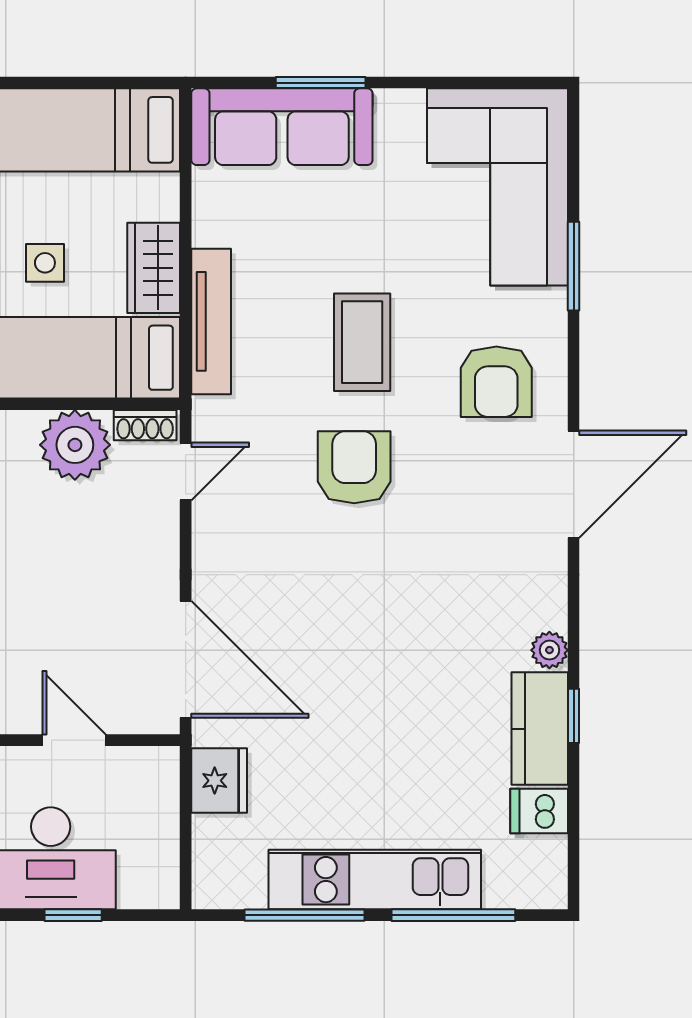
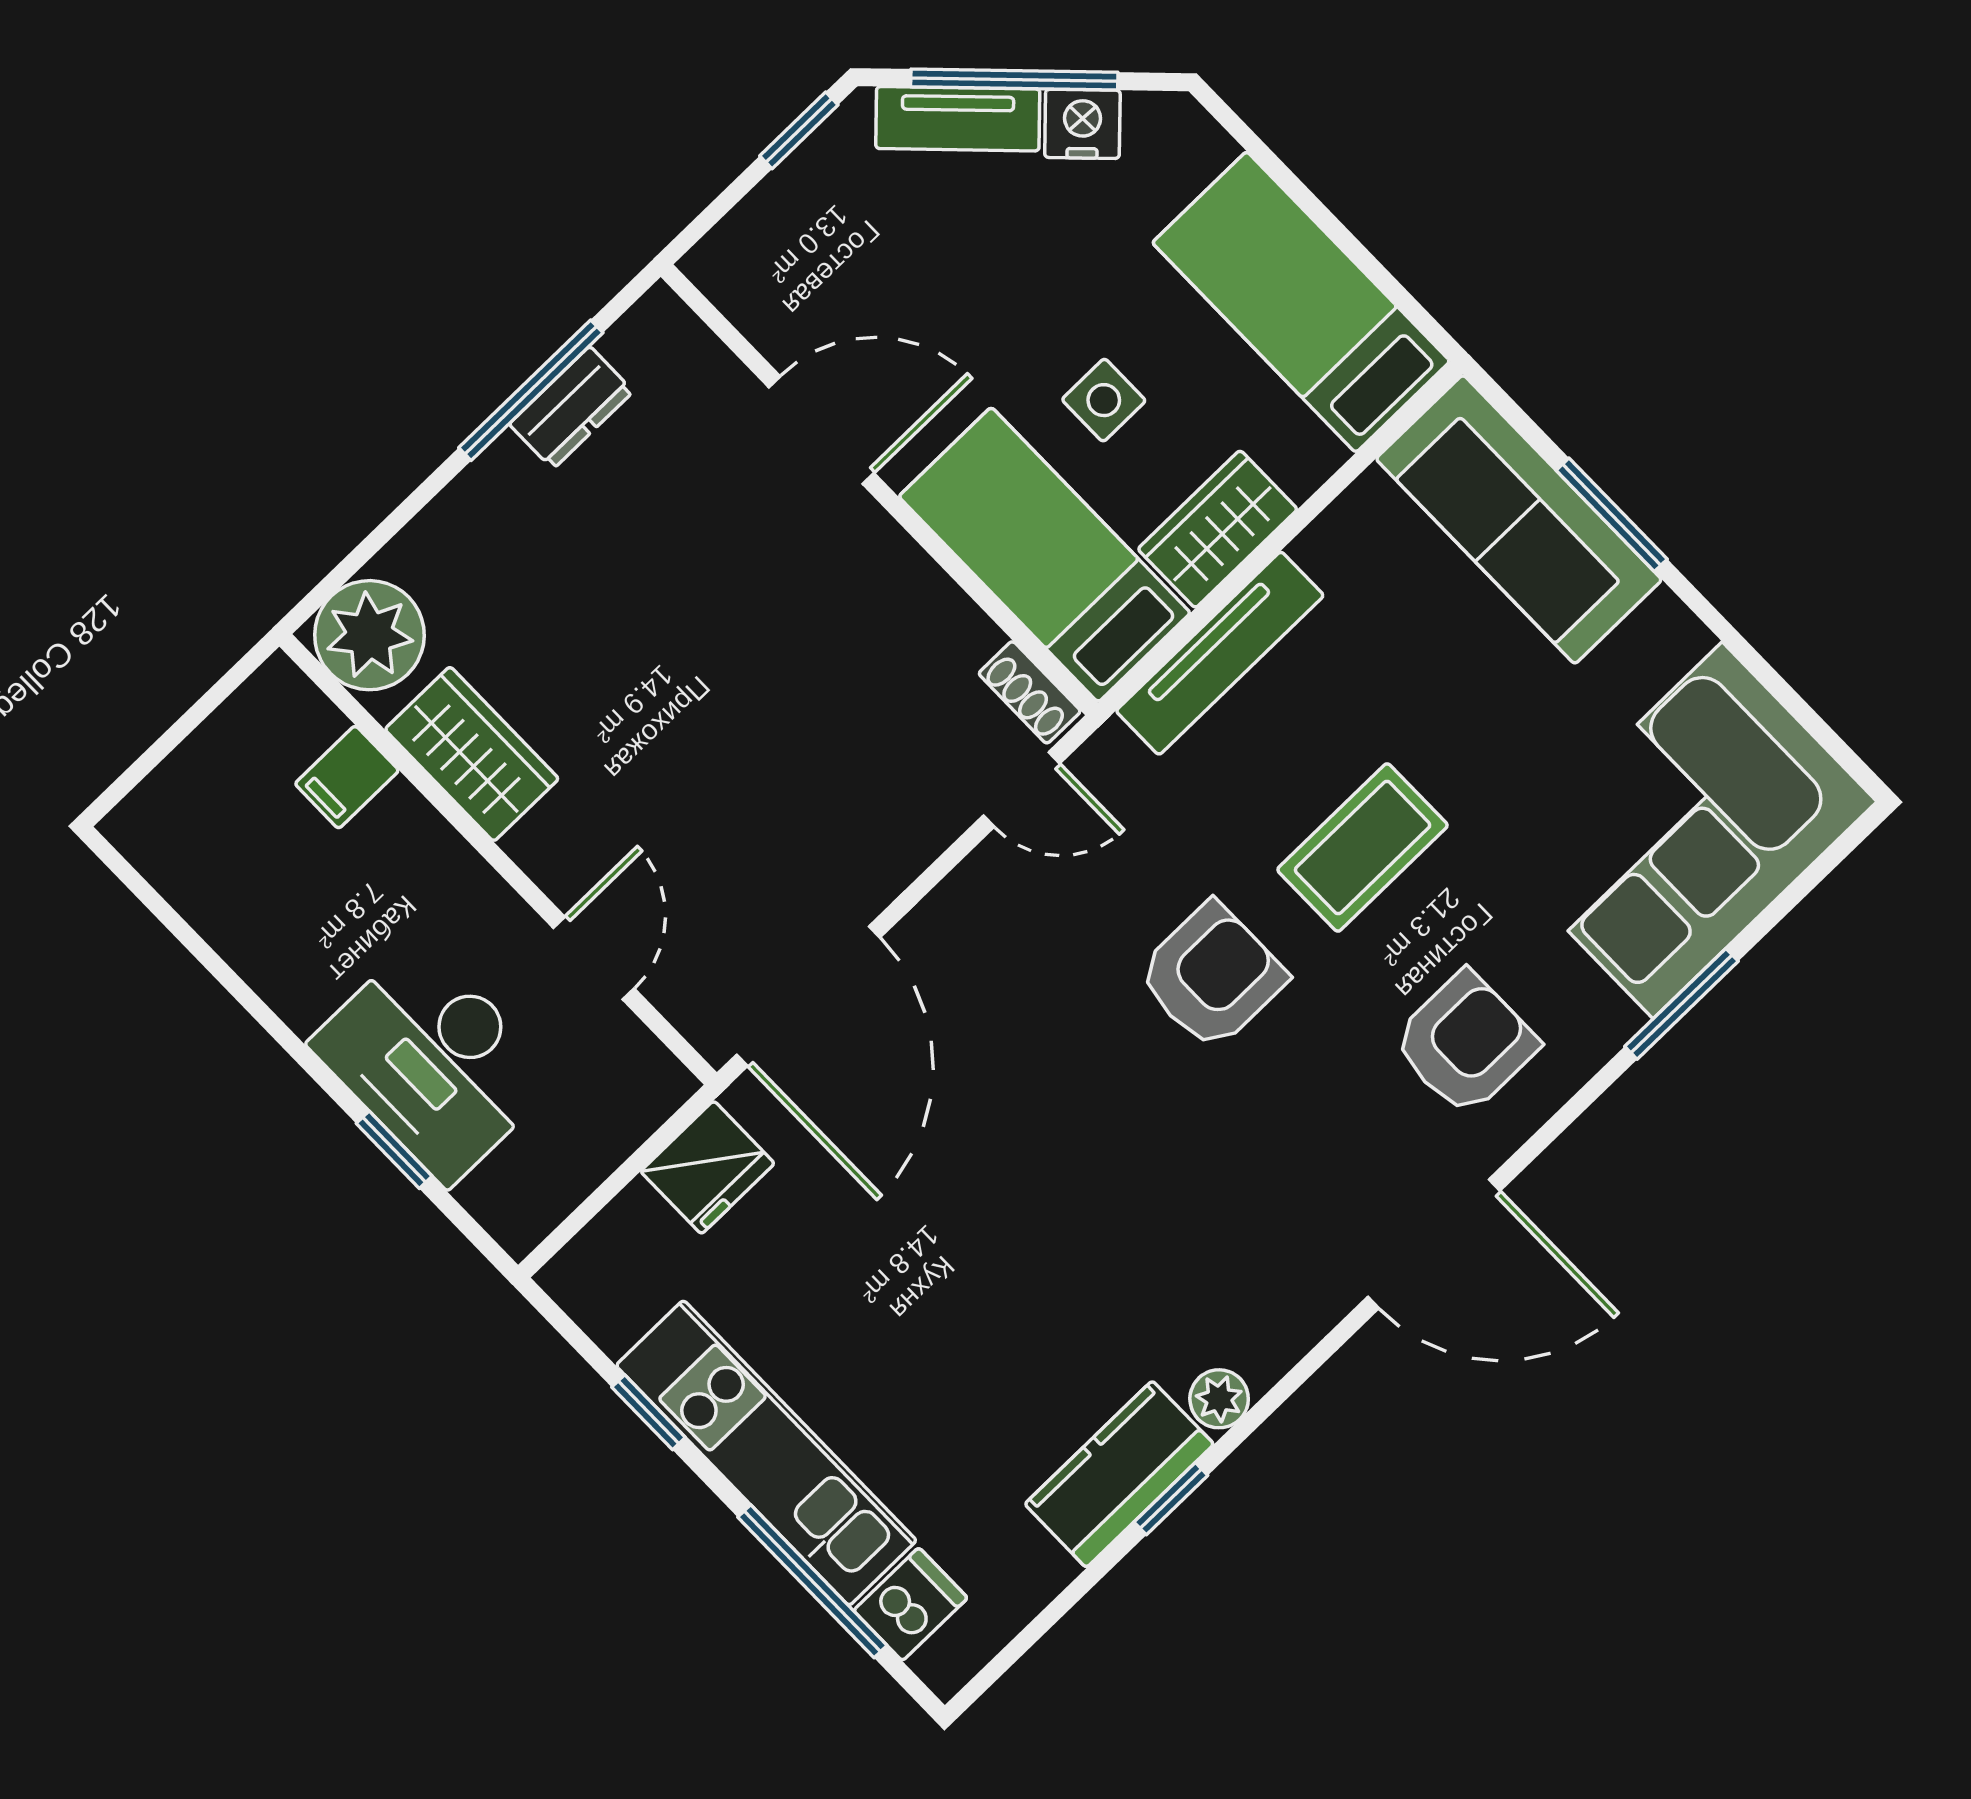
armchair: (496, 382) -> (1465, 1043), turned 180
plant: (75, 445) -> (930, 635), removed
dishwasher: (539, 811) -> (911, 1604), moved, turned 90
window: (304, 915) -> (649, 1412), width x0.46

